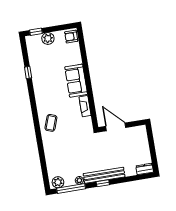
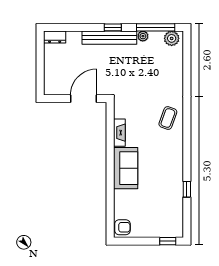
plant: (48, 38) -> (153, 230), removed
door: (116, 127) -> (84, 99), swing flipped

